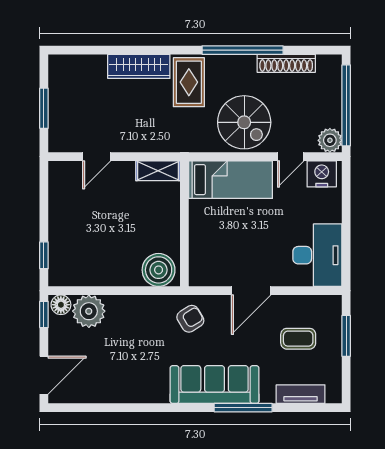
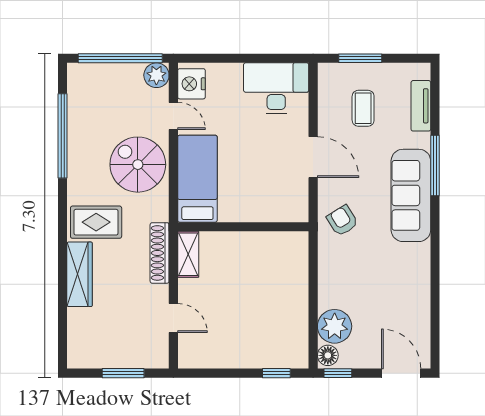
window: (243, 50) -> (63, 136), moved
shoe rack: (286, 63) -> (160, 253), moved, turned 180
spiral stairs: (244, 122) -> (138, 165), turned -90
boiler: (159, 270) -> (292, 254), removed

